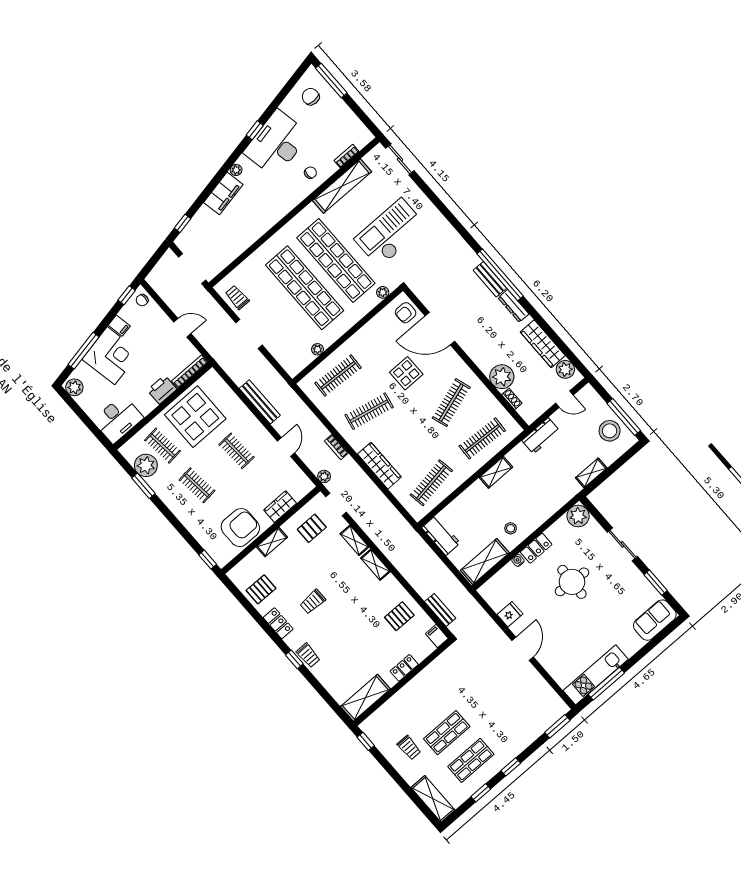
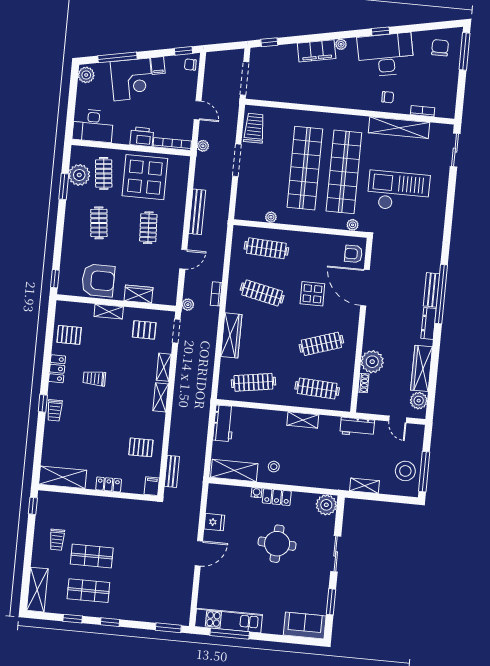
trolley: (237, 297) -> (254, 128), width x1.36, depth x1.39
plant: (213, 350) -> (203, 146), added

